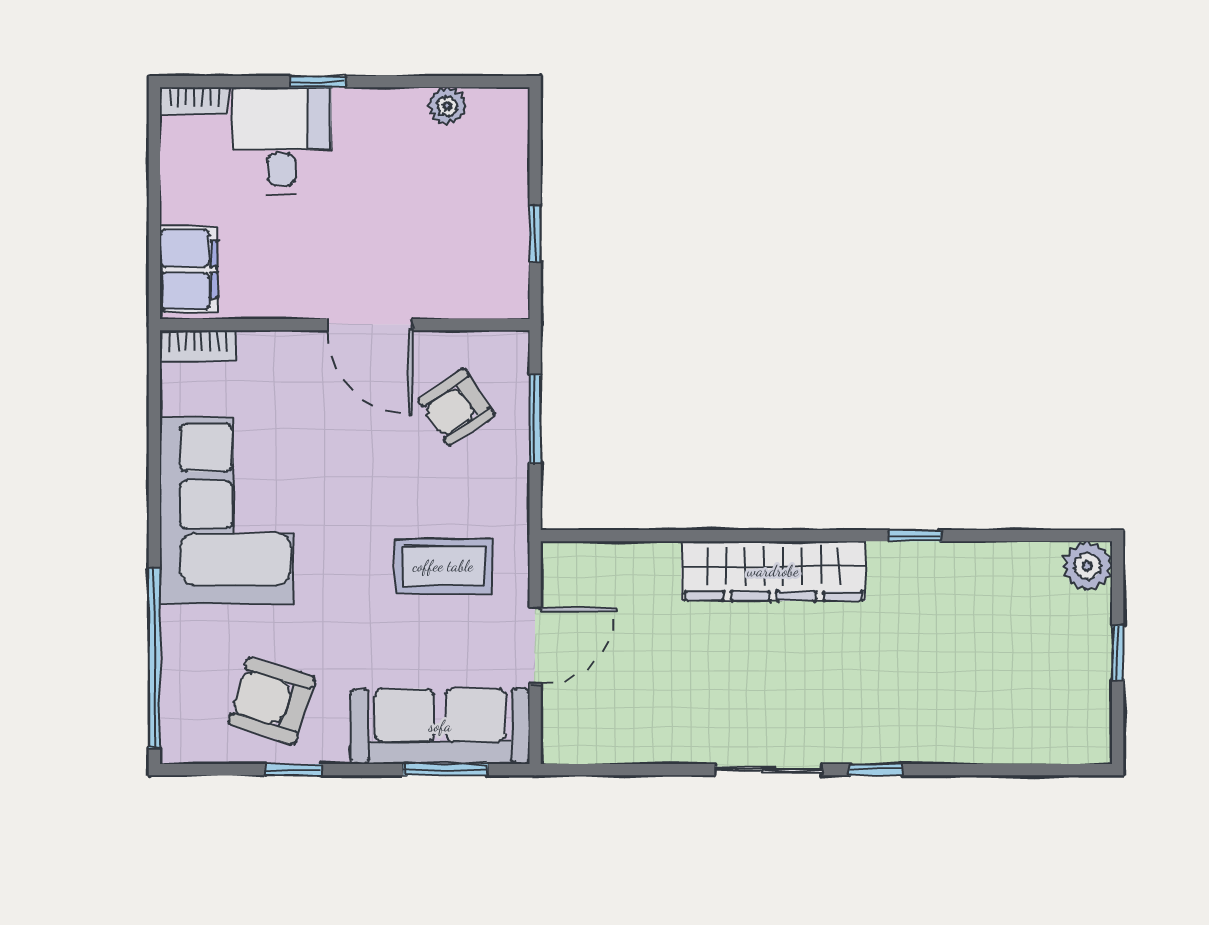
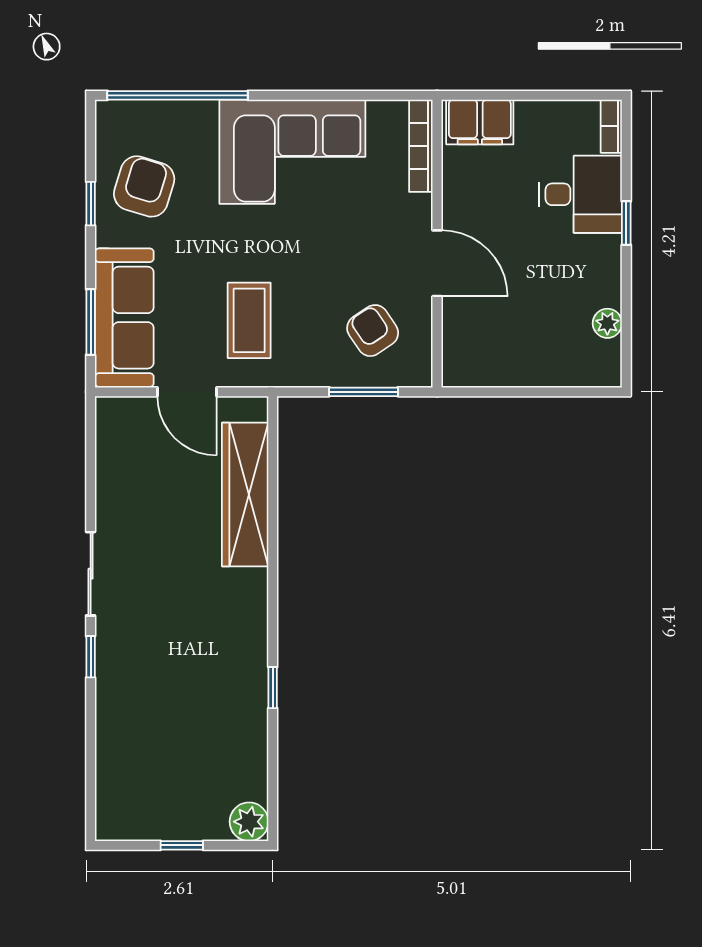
window: (535, 234) -> (508, 392), removed
door: (370, 325) -> (437, 263), swing flipped
bookcase: (198, 345) -> (421, 146), width x1.56
wardrobe: (773, 571) -> (245, 494), moved

